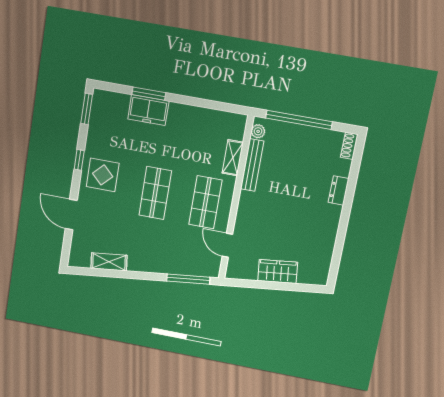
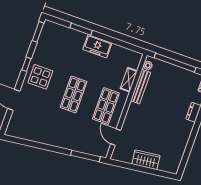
freezer: (148, 110) -> (97, 46), moved
shelving: (109, 262) -> (33, 136), removed

